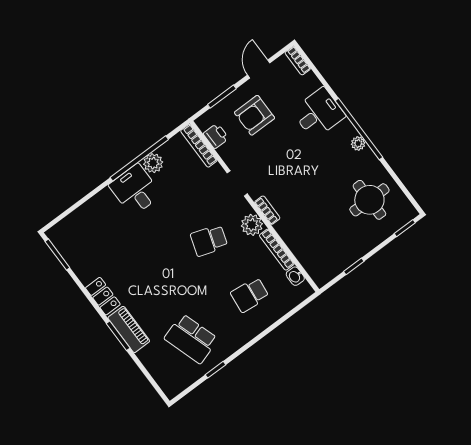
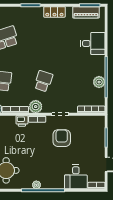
desk: (319, 113) -> (76, 177), moved
armchair: (255, 115) -> (62, 138), moved
printer: (216, 136) -> (22, 121), moved
desk: (135, 190) -> (93, 43), moved
piano: (129, 329) -> (86, 12), moved

